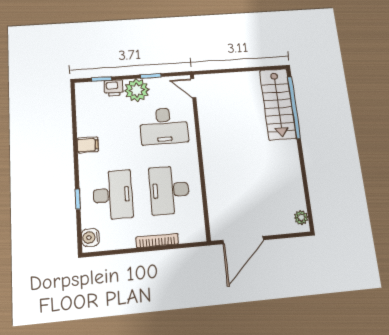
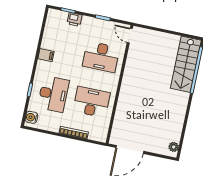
plant: (137, 90) -> (90, 26), removed
desk: (169, 190) -> (91, 102), turned 90

